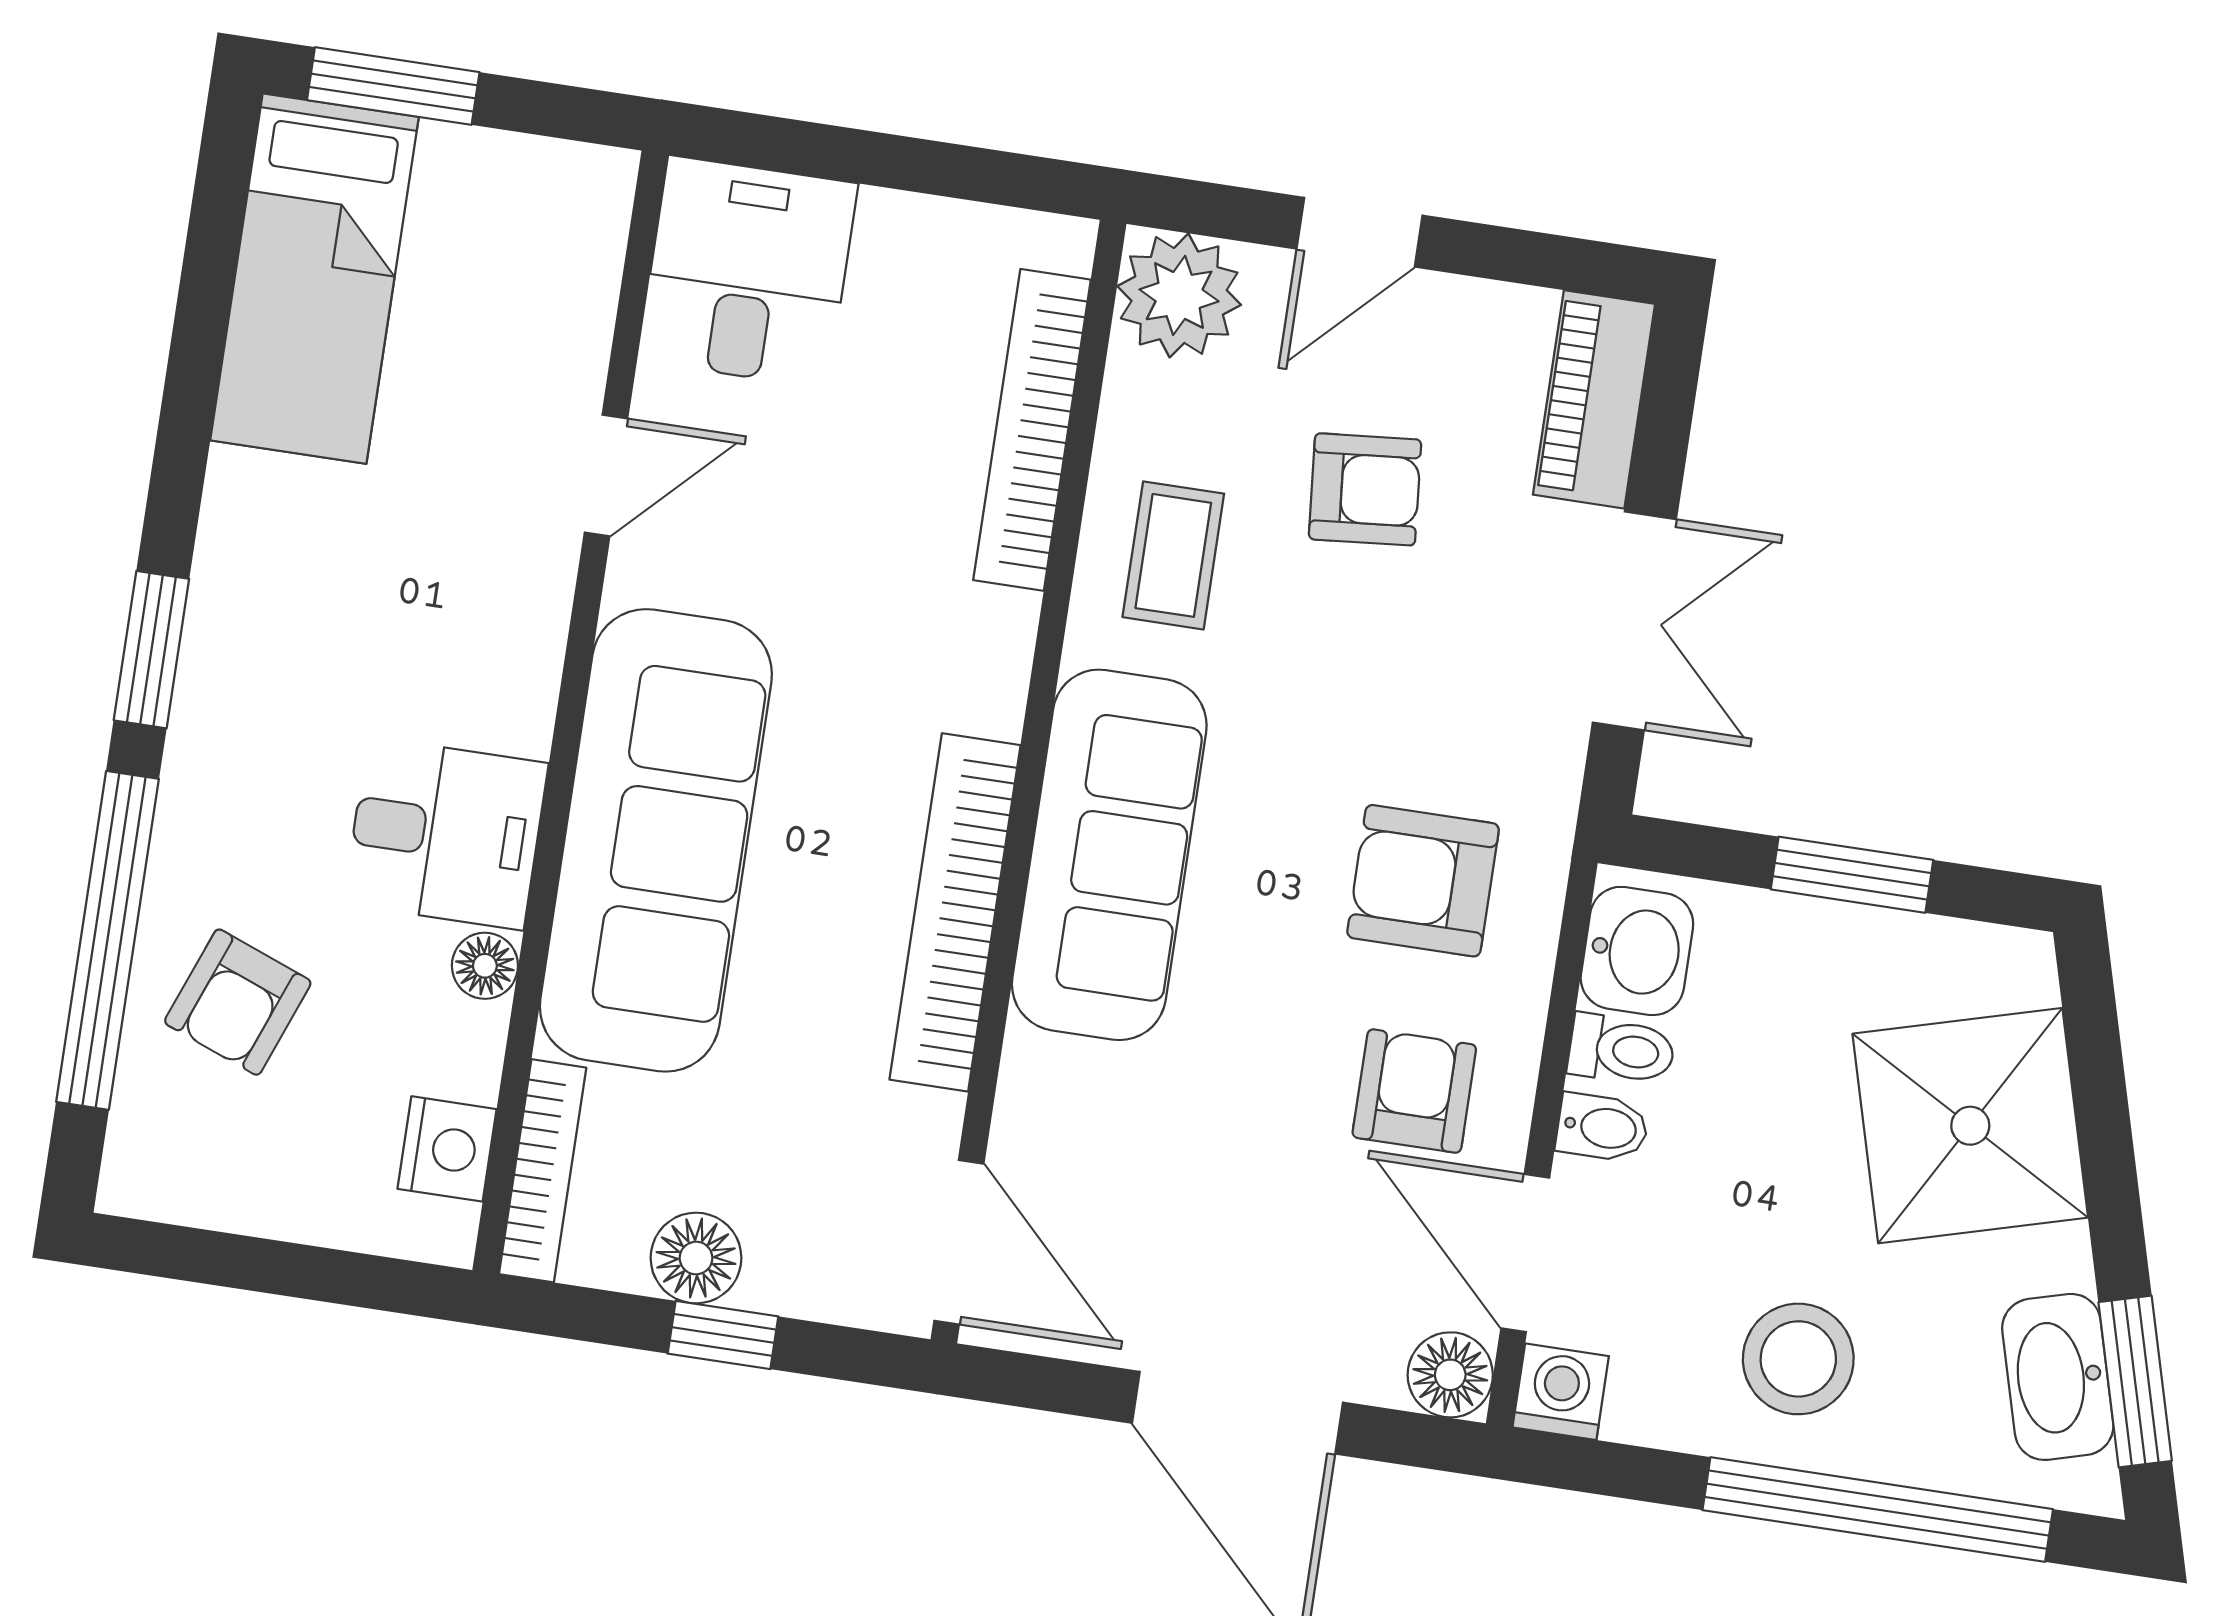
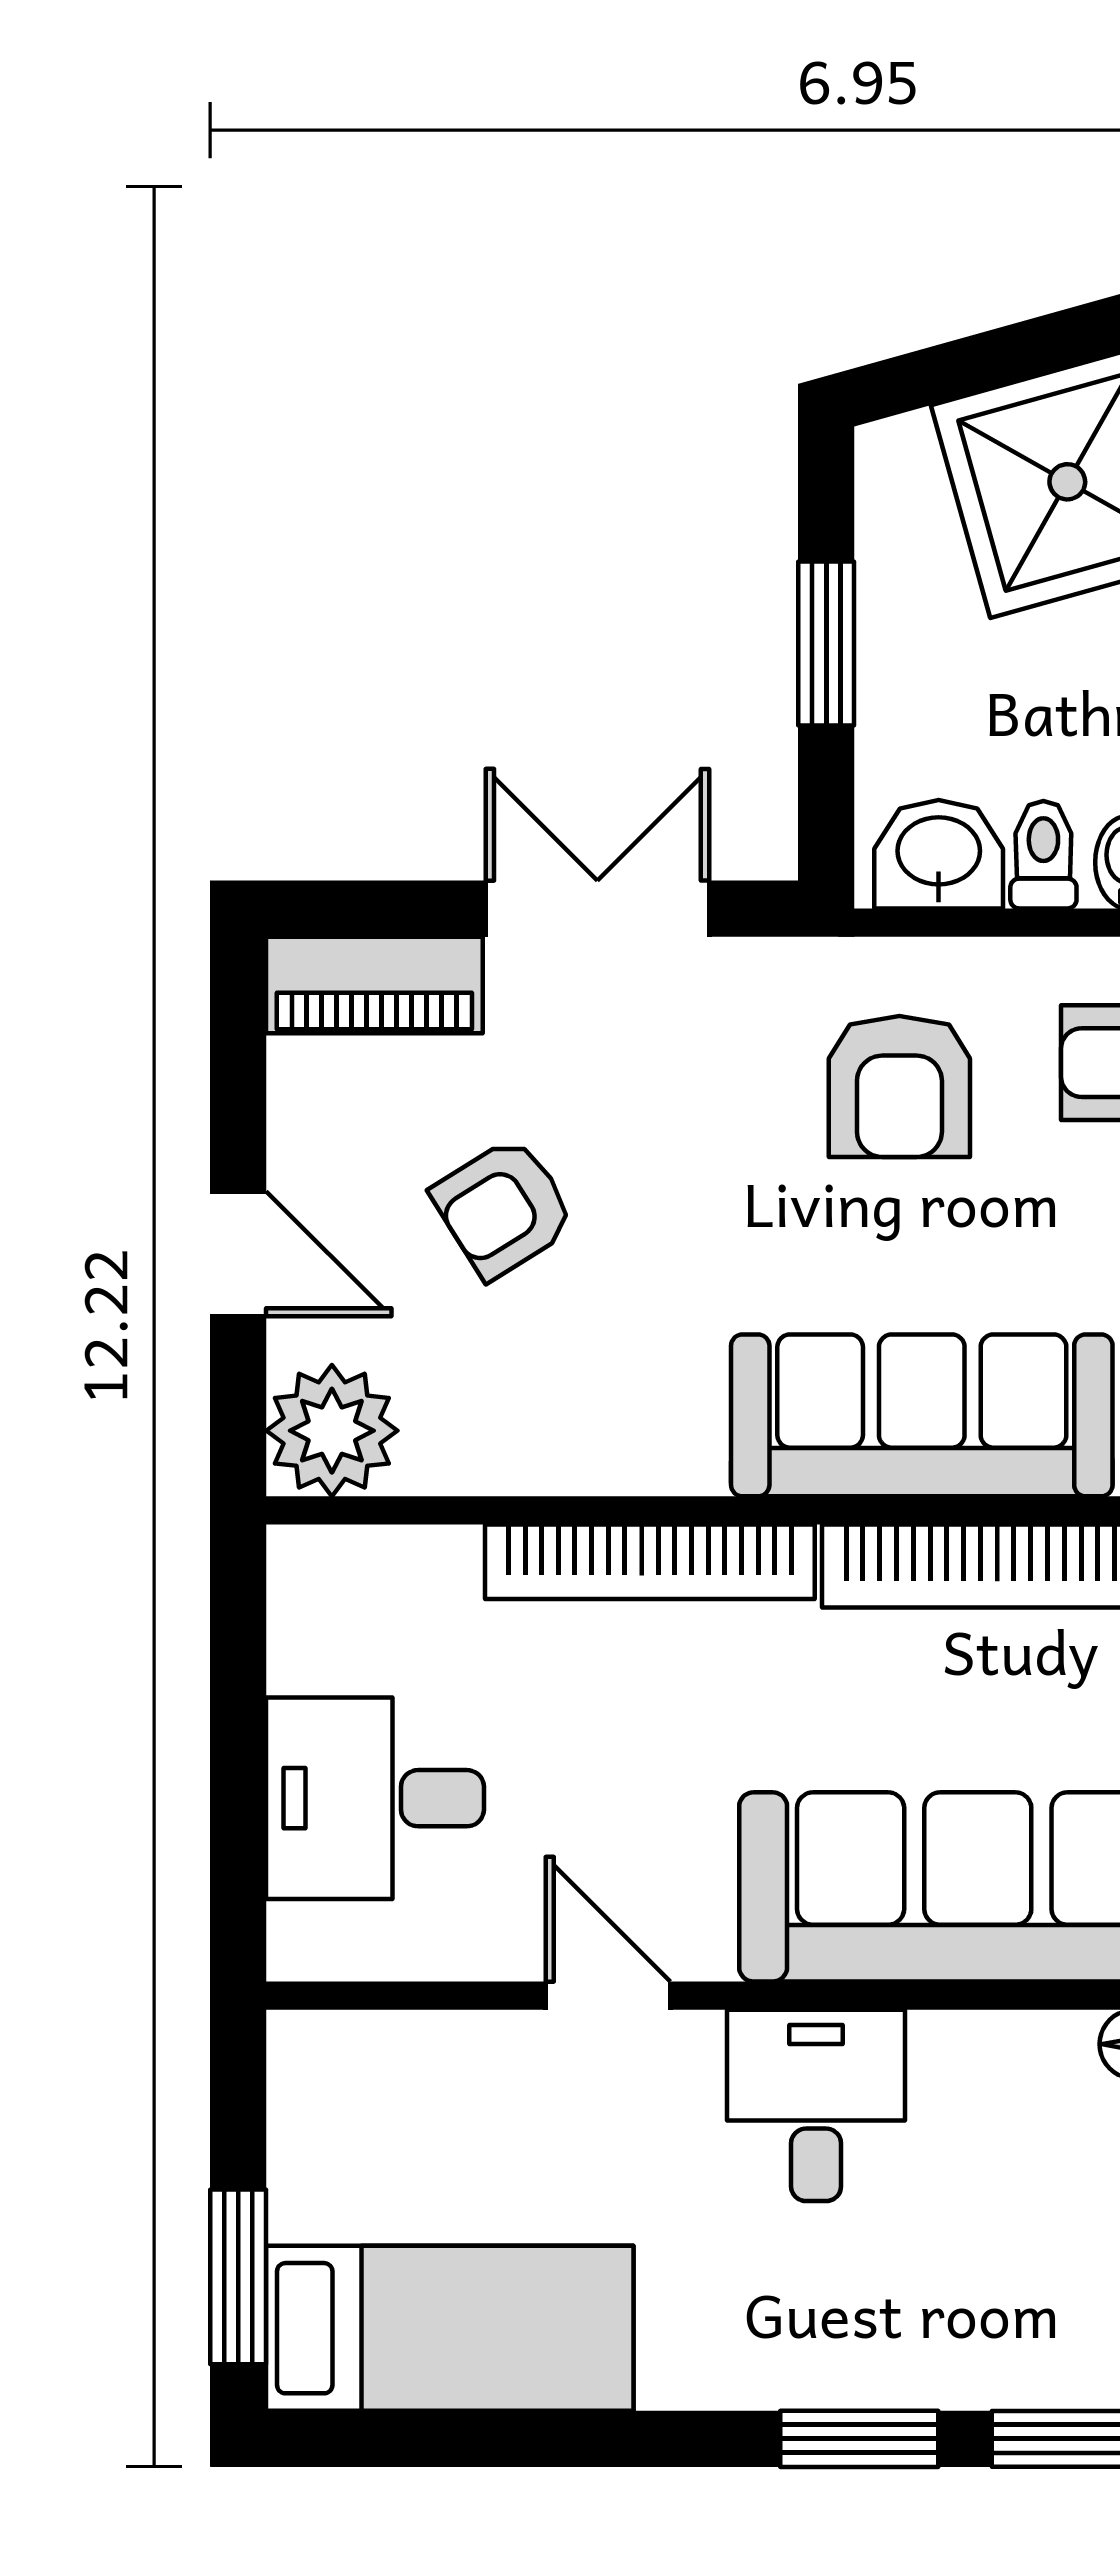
desk: (748, 272) -> (375, 1798), moved
bookcase: (1032, 430) -> (650, 1562), moved
armchair: (1365, 489) -> (504, 1208), turned -117
coffee table: (1173, 555) -> (602, 1396), removed
desk: (446, 833) -> (816, 2105), moved

